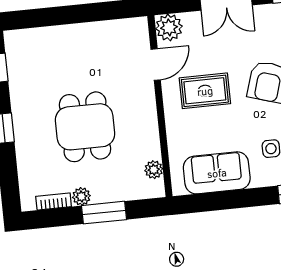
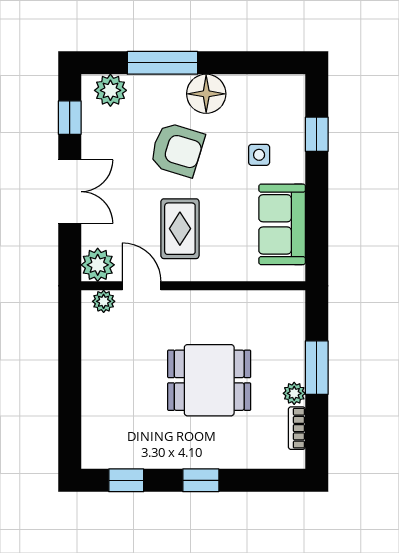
plant: (154, 170) -> (104, 301), moved

